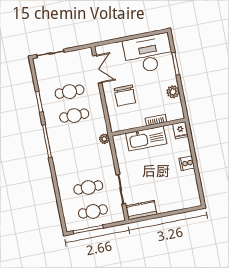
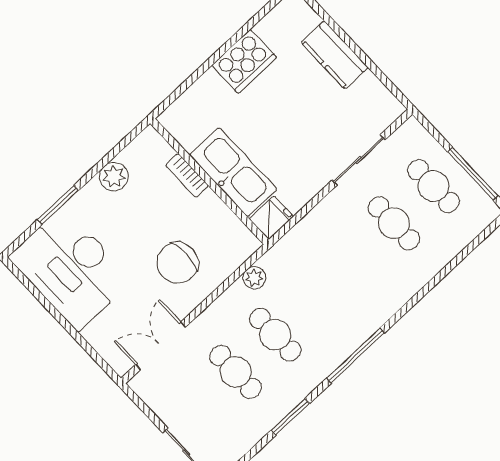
chair: (125, 96) -> (178, 263), turned 180
fridge: (180, 130) -> (271, 218), moved
plant: (104, 139) -> (254, 278), moved
cooker: (187, 163) -> (244, 61), width x1.87, depth x1.31
kitchen counter: (141, 210) -> (335, 55), moved

